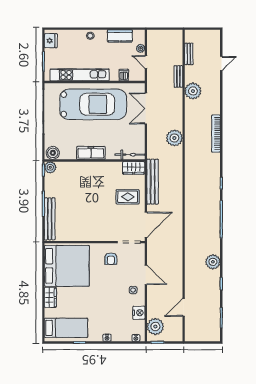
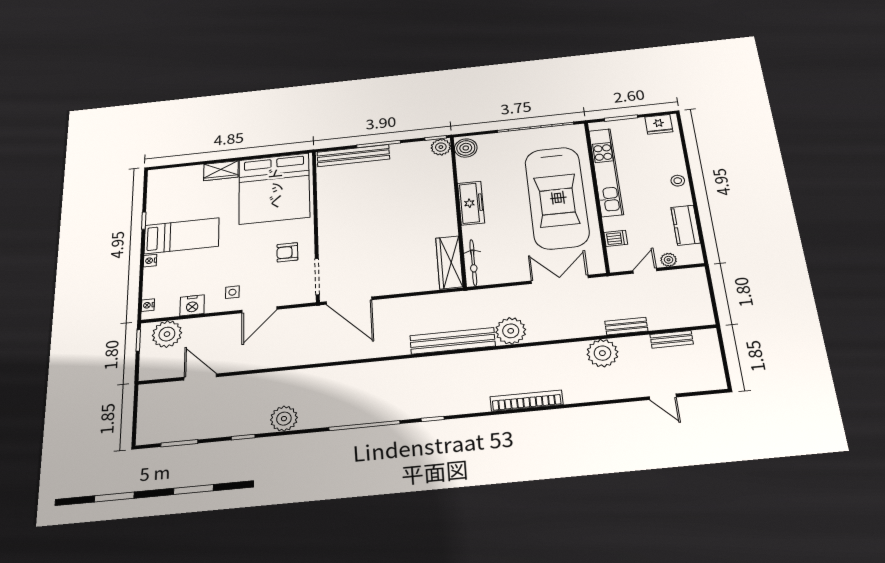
wardrobe: (134, 168) -> (449, 262), width x1.50
bench: (153, 182) -> (453, 341), moved
rug: (128, 197) -> (398, 267), removed
bed: (66, 328) -> (182, 236), moved, turned -90

